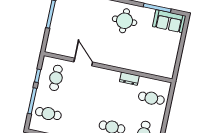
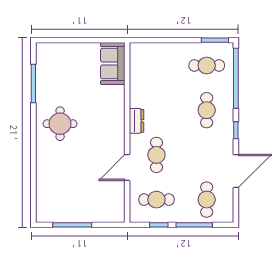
sofa: (169, 21) -> (113, 63), moved, turned 180
dresser: (129, 79) -> (137, 121), moved
cafe table: (151, 98) -> (156, 155), moved

